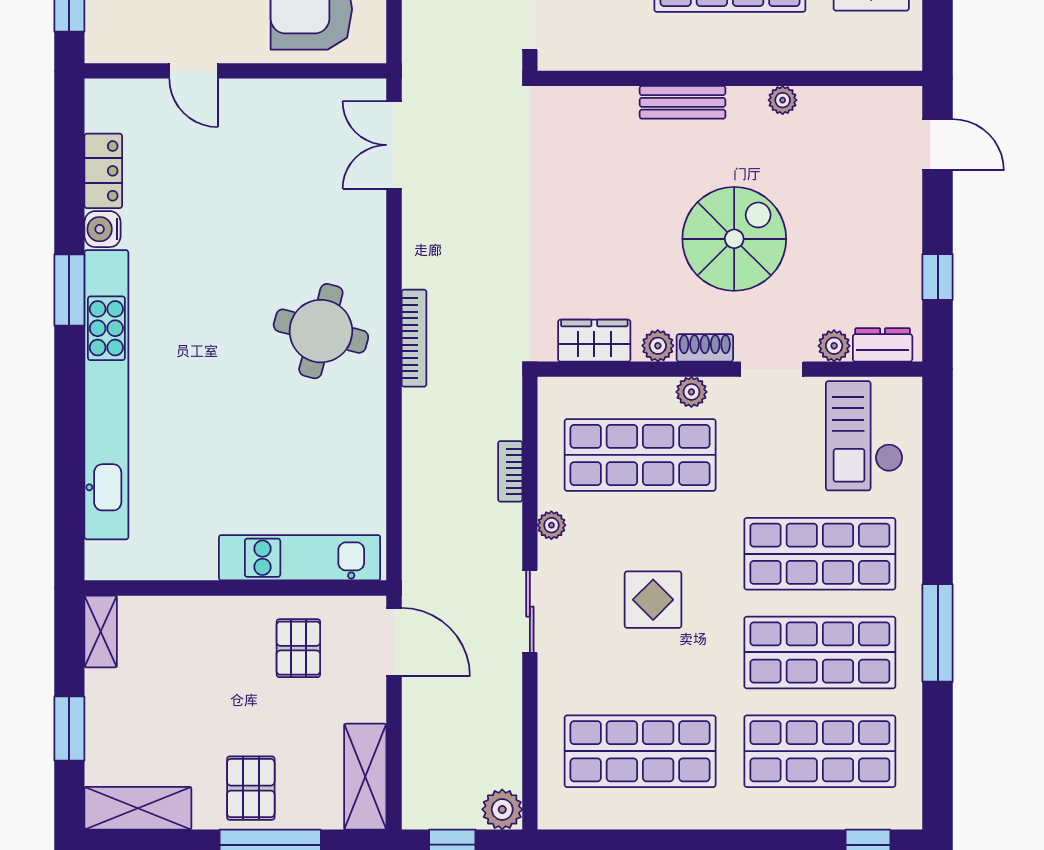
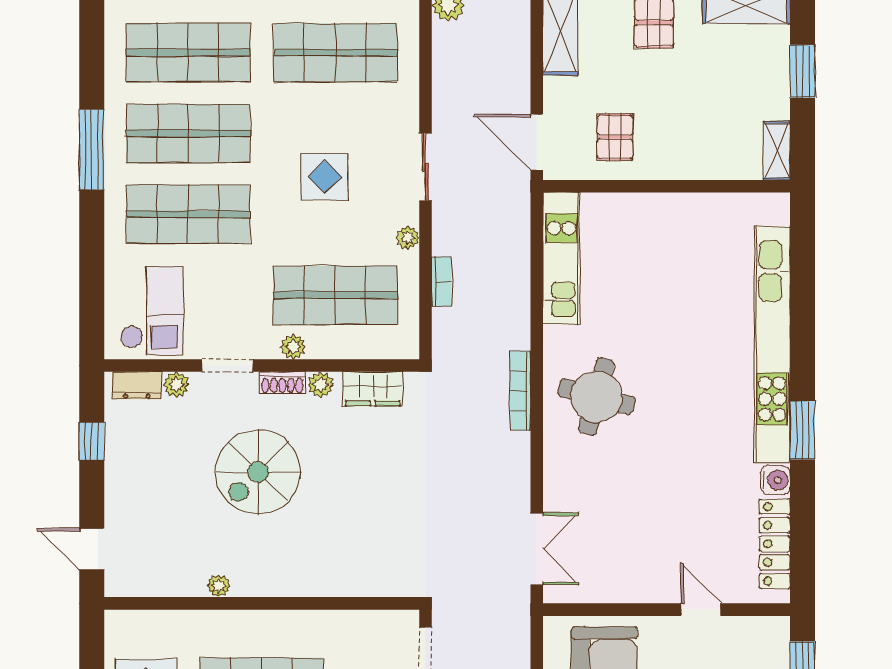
bench: (683, 102) -> (300, 584), removed
locker: (103, 171) -> (775, 544), width x1.53
kitchen unit: (300, 558) -> (561, 258), moved, turned -90

